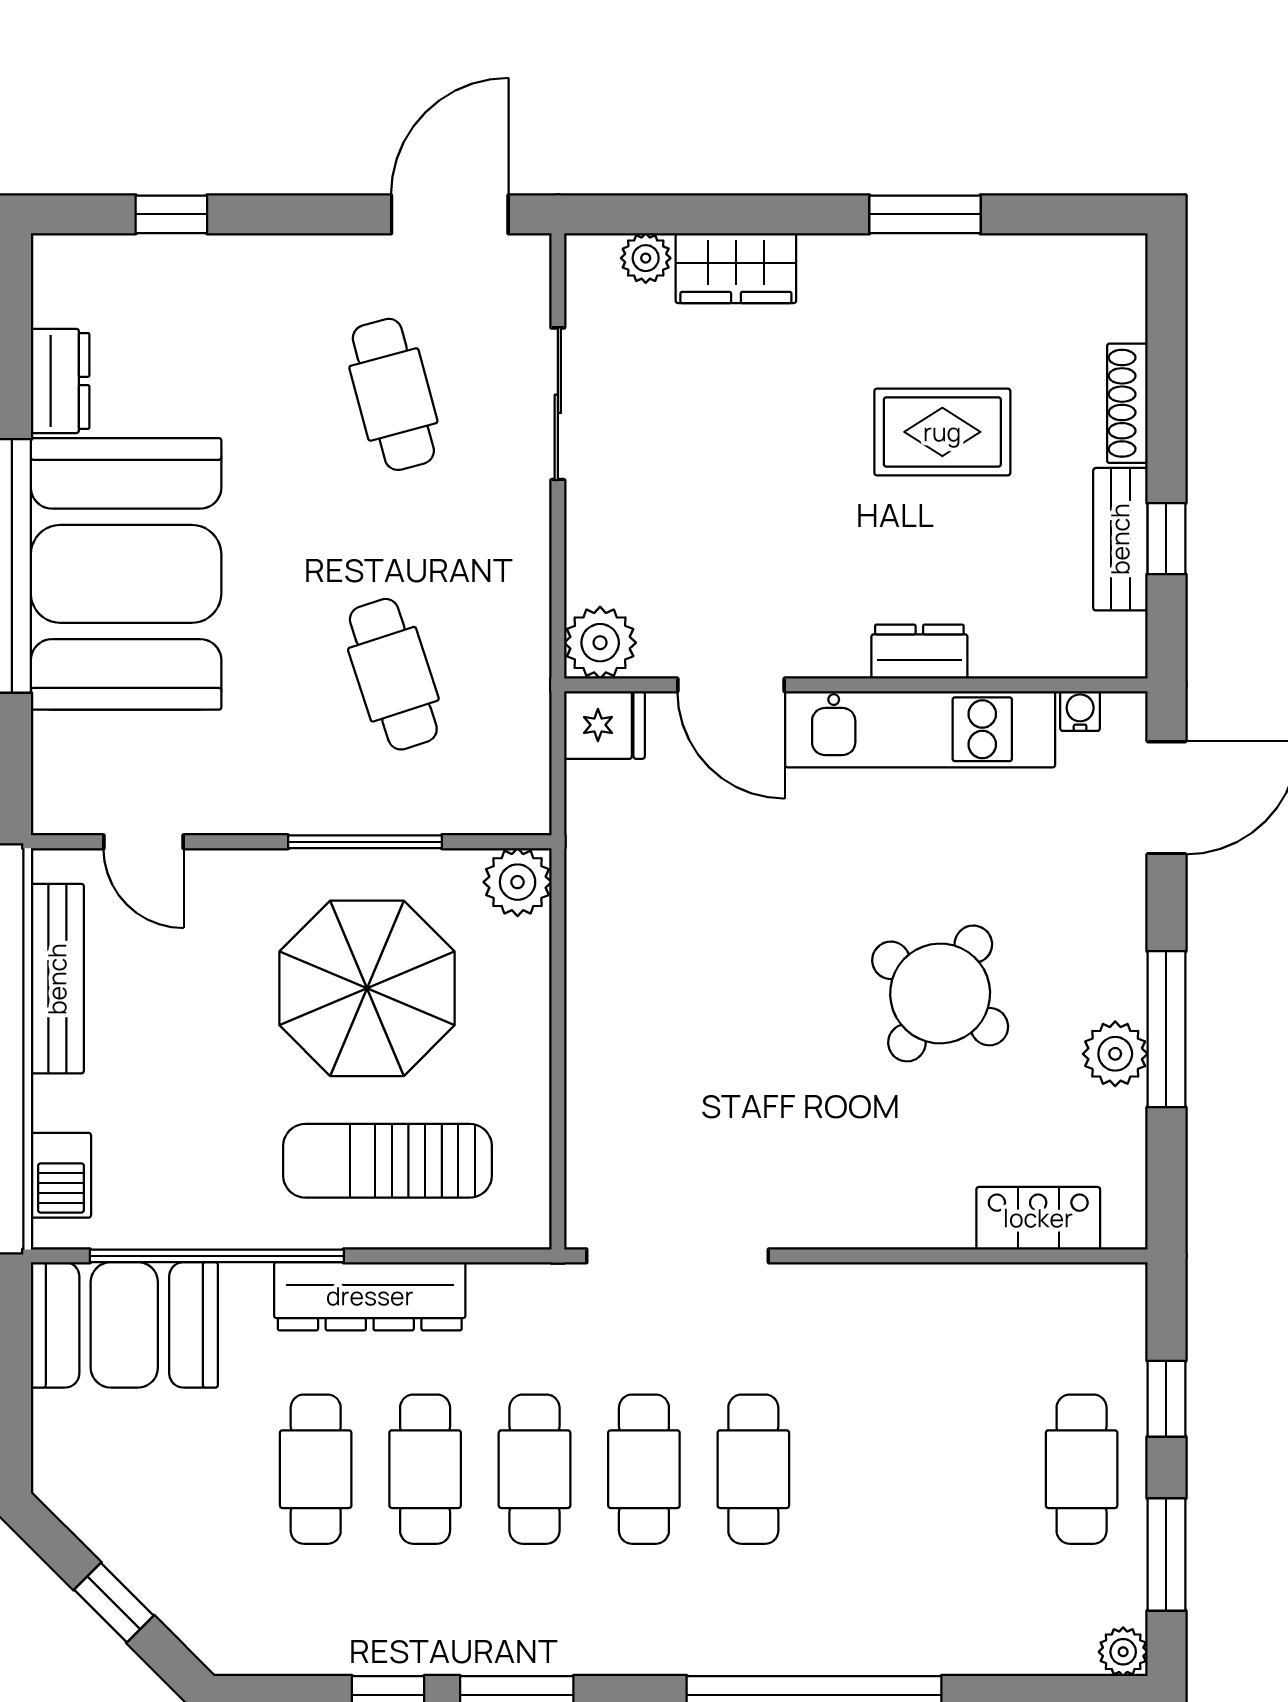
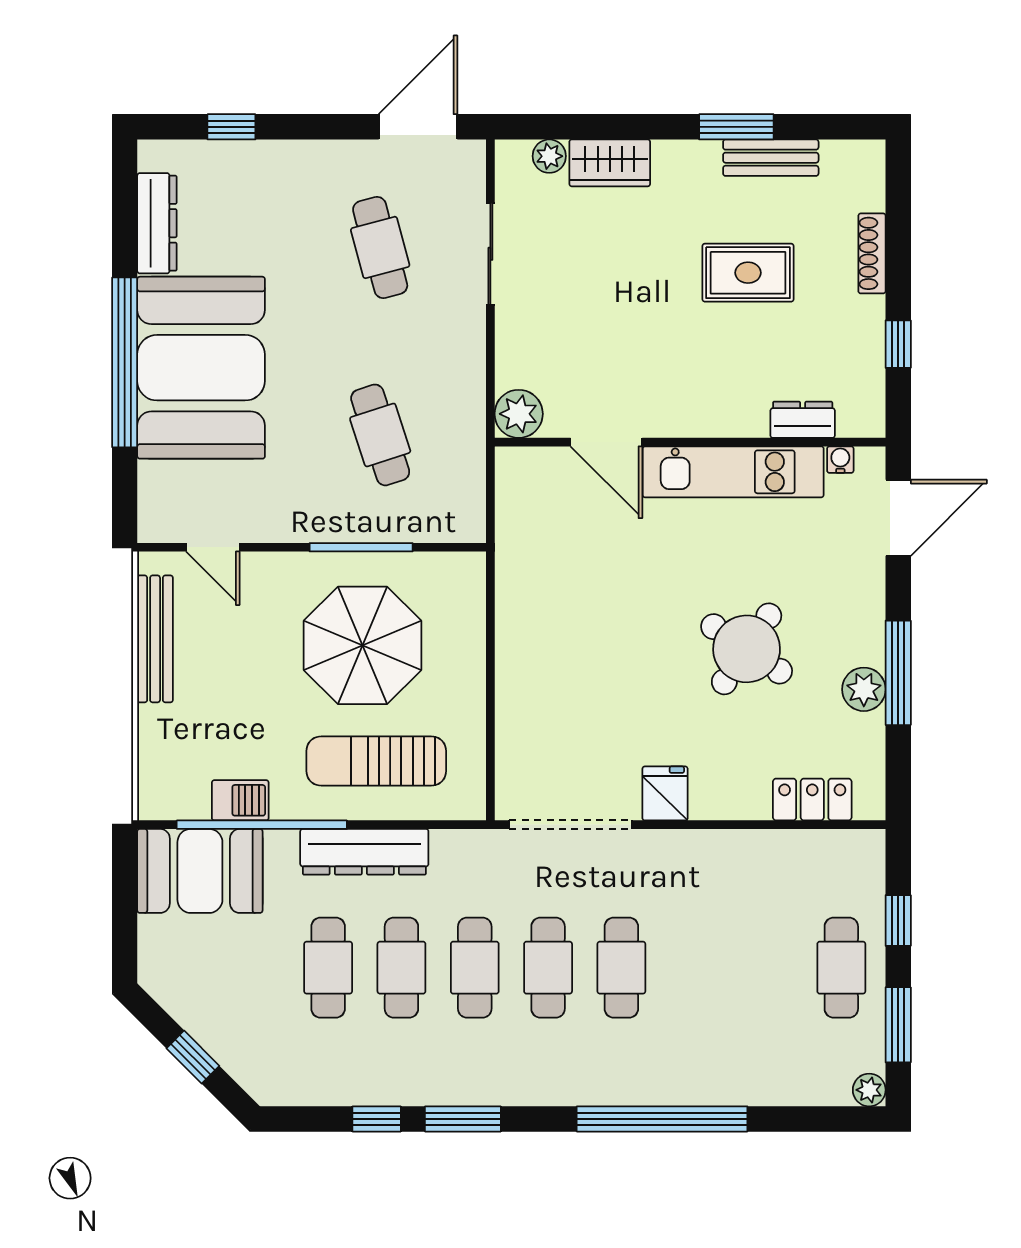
dresser: (60, 381) -> (157, 223), width x1.44
bench: (1120, 539) -> (771, 158), moved, turned 90
dresser: (919, 652) -> (803, 420), moved
fridge: (604, 725) -> (665, 793), moved, turned -90
plant: (518, 882) -> (463, 574), removed
barbecue: (61, 1175) -> (240, 800), moved, turned -90

